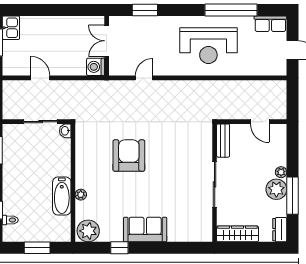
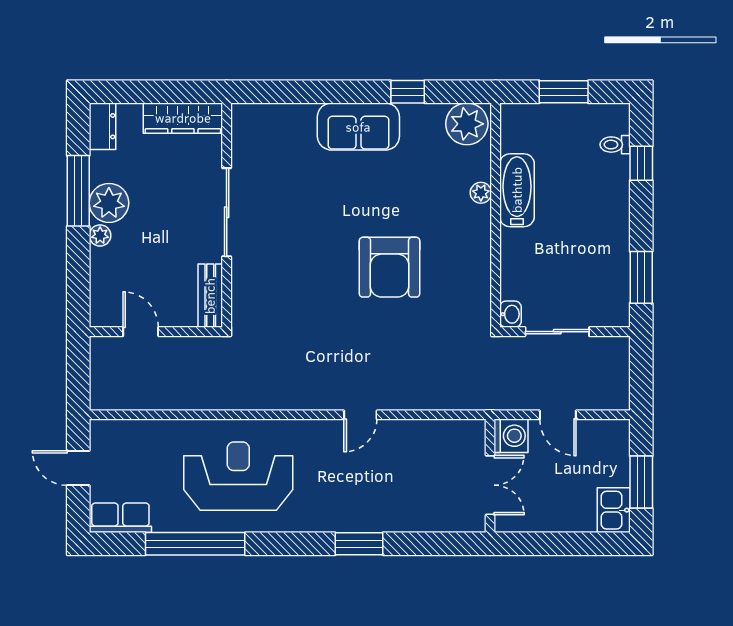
double door: (107, 41) -> (490, 485), moved
wall: (107, 46) -> (490, 476), moved
washing machine: (96, 67) -> (511, 436), moved

